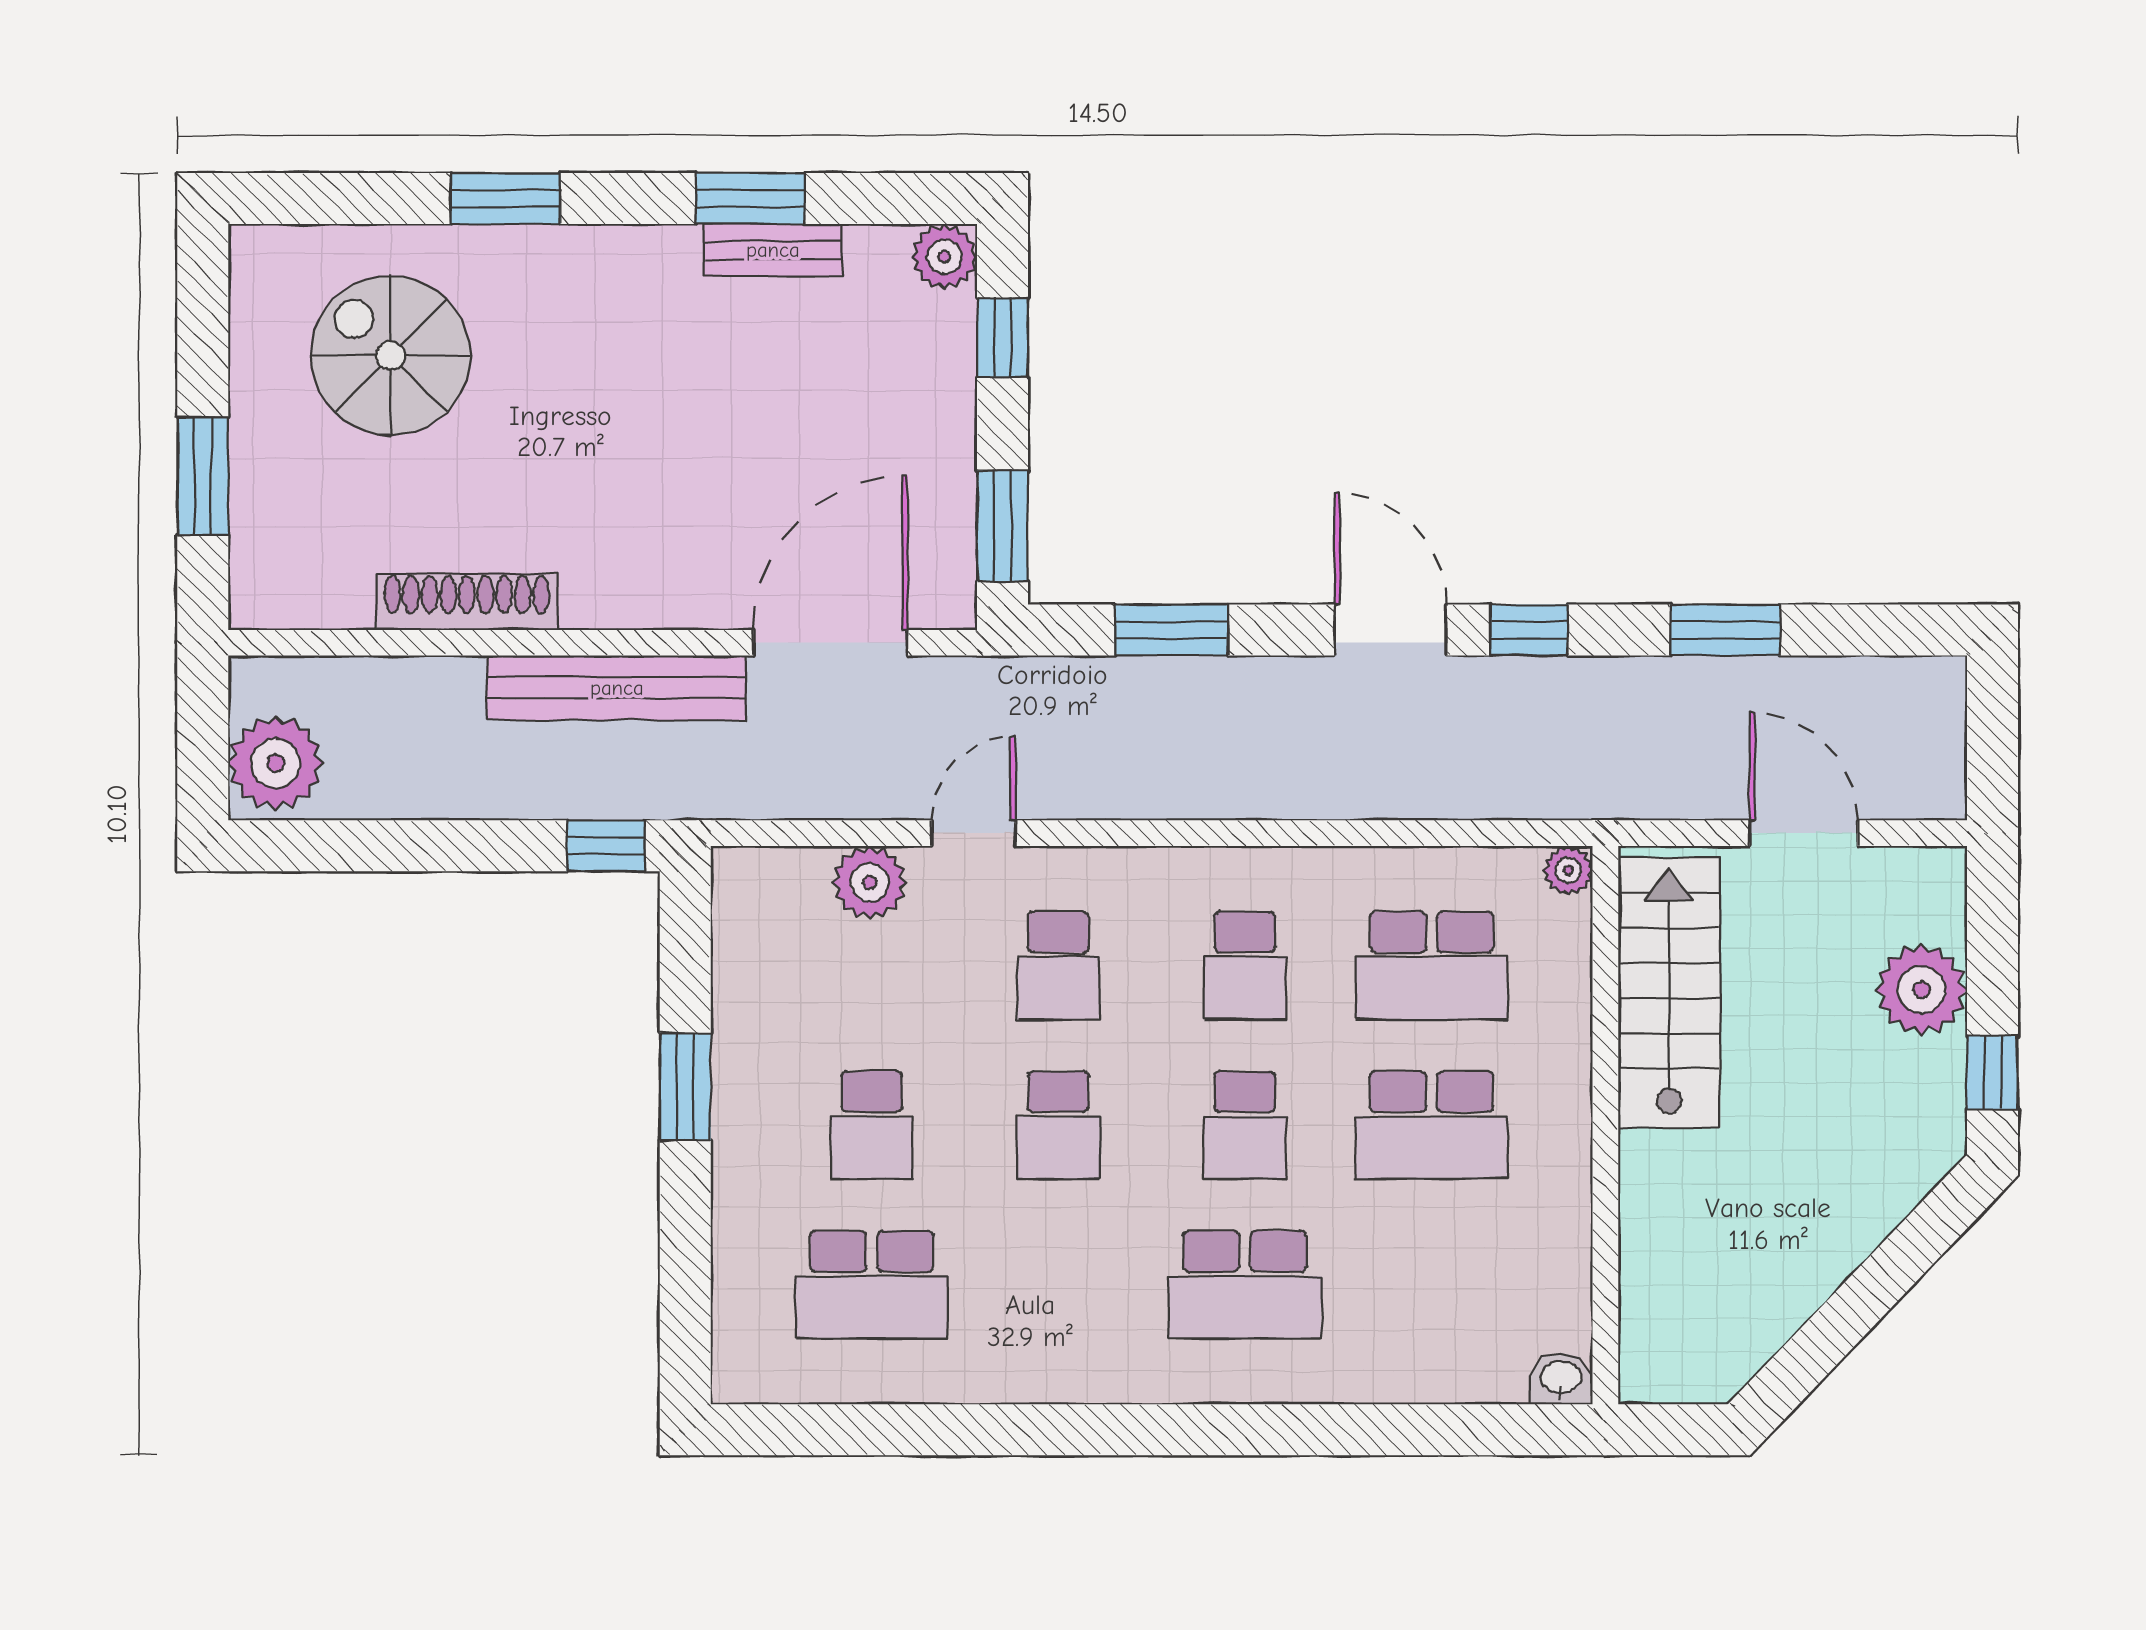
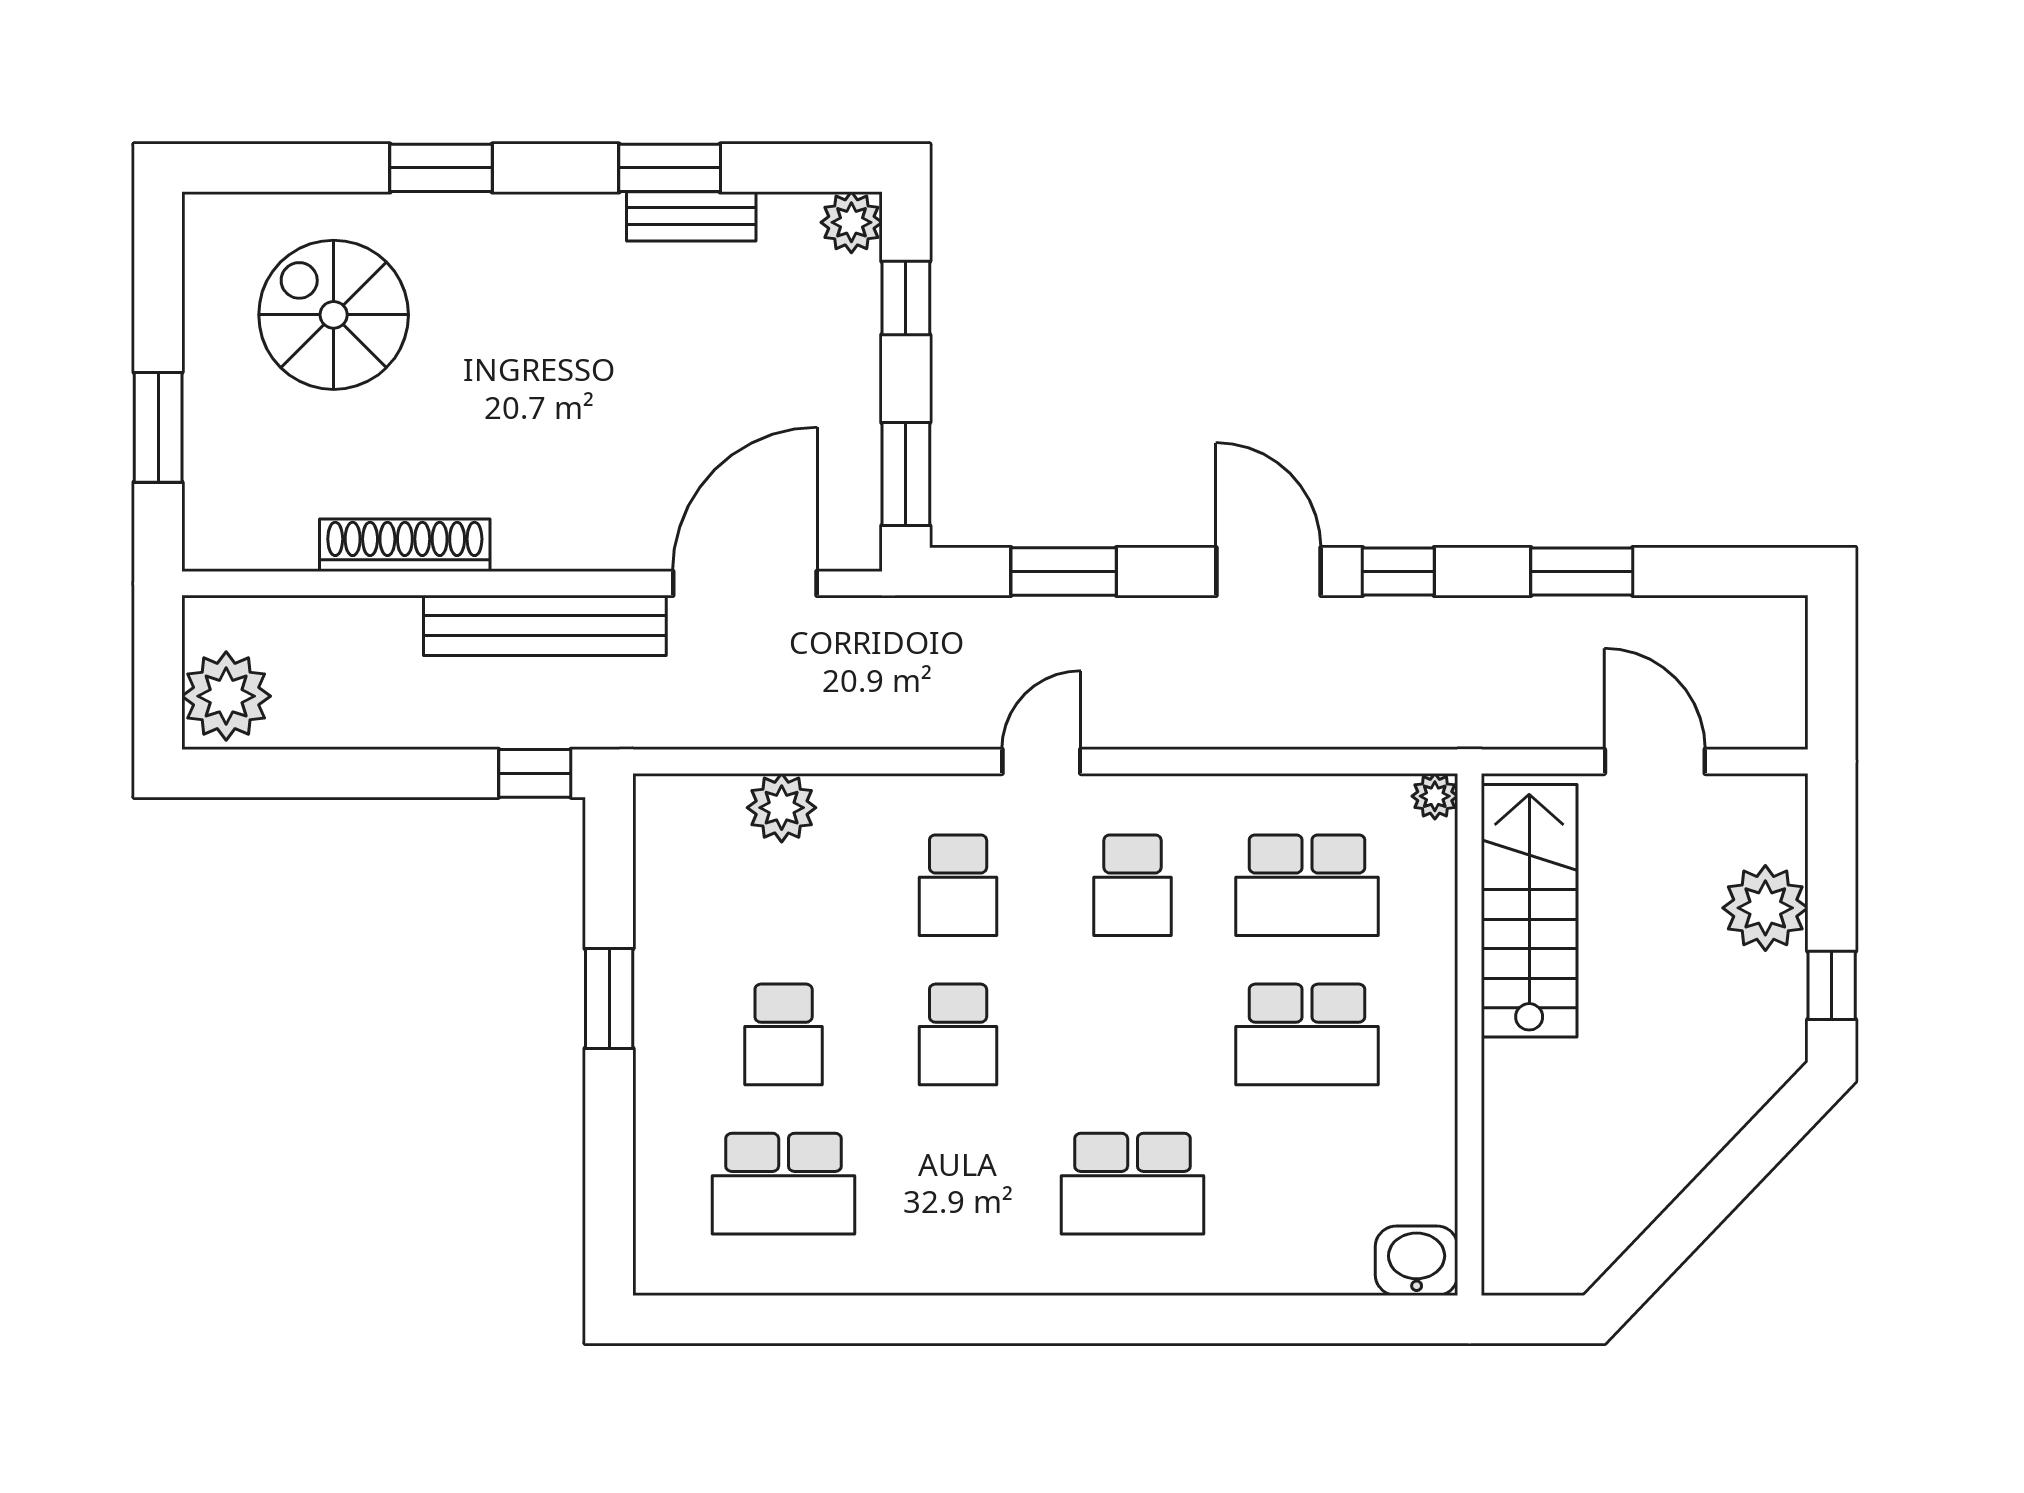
door: (974, 833) -> (1041, 761), moved
school desk: (1245, 1125) -> (1133, 1034), removed
washbasin: (1561, 1379) -> (1417, 1261), width x1.38, depth x1.45

